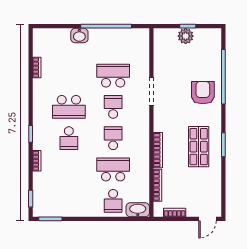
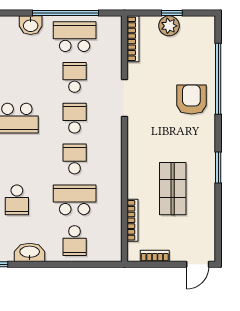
school desk: (113, 44) -> (75, 37), added
school desk: (113, 76) -> (75, 77), width x0.54
school desk: (69, 138) -> (17, 200), moved
shop shelf: (199, 147) -> (173, 189), moved
bookcase: (158, 150) -> (133, 39), moved
washbasin: (138, 210) -> (30, 252), moved

